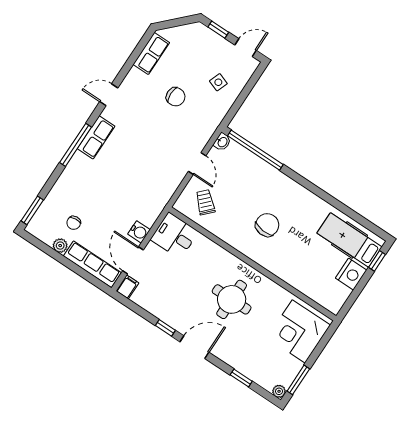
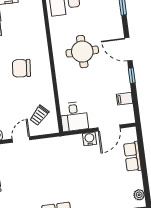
chair: (74, 223) -> (117, 181), removed
plant: (60, 246) -> (139, 195), moved
row of seats: (92, 264) -> (133, 157), width x0.68
filing cabinet: (127, 287) -> (125, 99), moved

